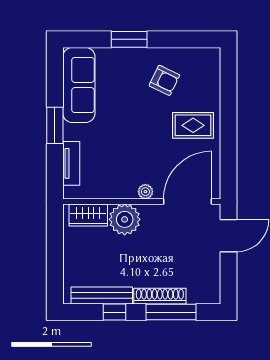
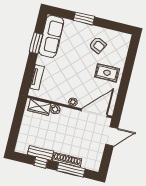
window: (55, 125) -> (36, 43), moved
plant: (125, 219) -> (55, 109), width x0.53, depth x0.53
bench: (102, 296) -> (40, 153), width x0.73

